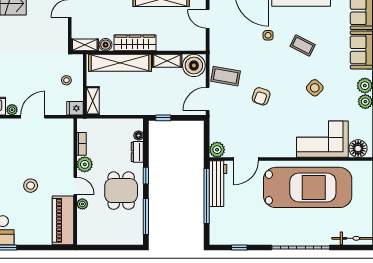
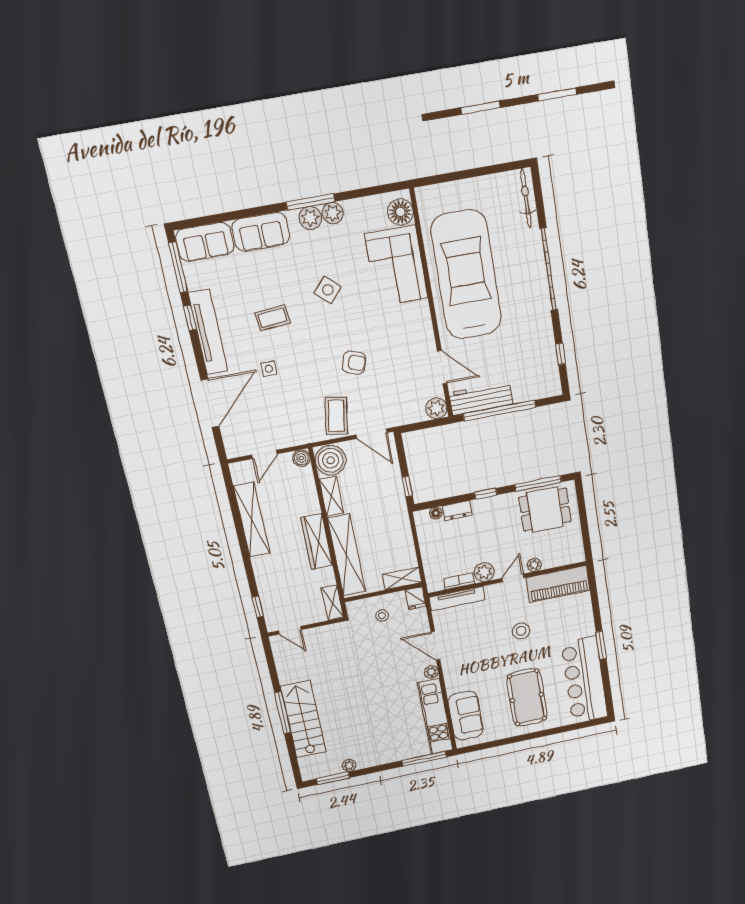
boiler: (106, 45) -> (301, 458), moved
coffee table: (303, 45) -> (272, 318), turned 58
tv unit: (68, 140) -> (457, 599), added
dining table: (121, 191) -> (545, 509), moved

